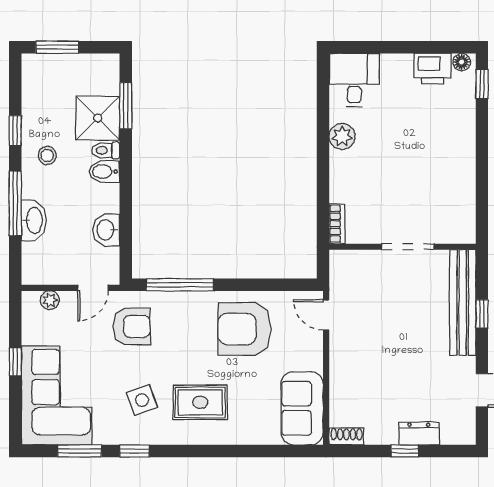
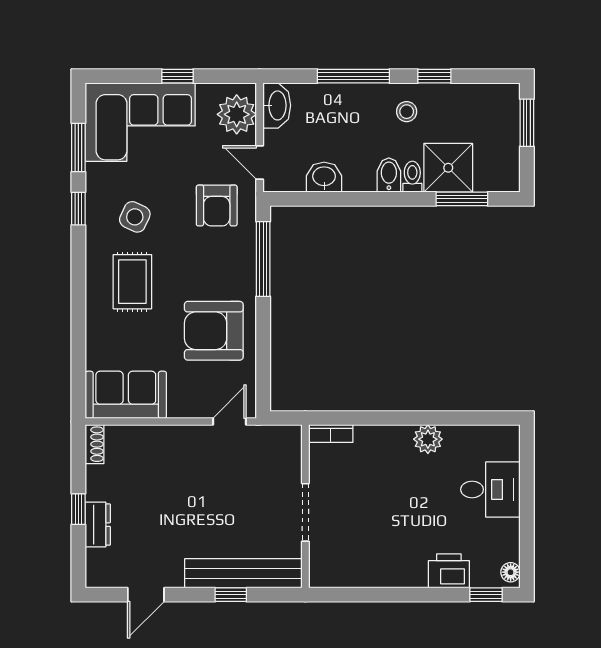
printer: (433, 69) -> (449, 571), moved, turned 90
desk: (354, 80) -> (490, 489), moved
washbasin: (34, 220) -> (277, 105), moved, turned -90
plant: (50, 300) -> (237, 114), width x1.88, depth x1.88
armchair: (244, 329) -> (214, 331), turned -90
side table: (142, 400) -> (135, 217), turned 45

